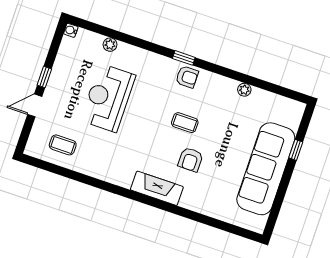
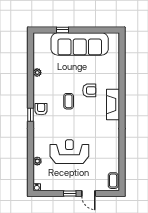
reception desk: (108, 98) -> (69, 152), turned 180
coffee table: (63, 145) -> (113, 181), moved

